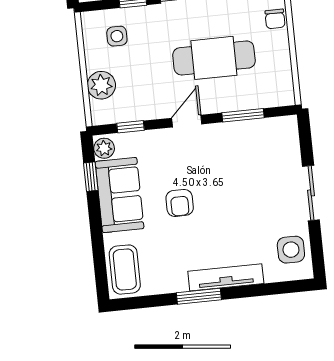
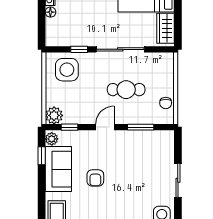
chair: (275, 19) -> (166, 103), moved
side table: (117, 36) -> (67, 70), width x1.87, depth x1.87
cafe table: (214, 58) -> (126, 90), width x0.73, depth x0.74
plant: (101, 85) -> (54, 115), moved

